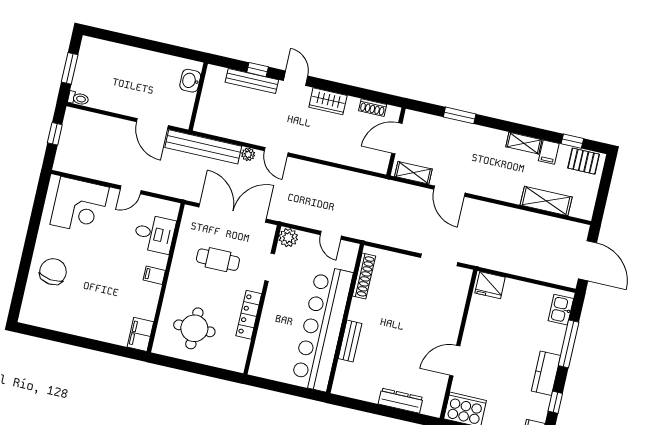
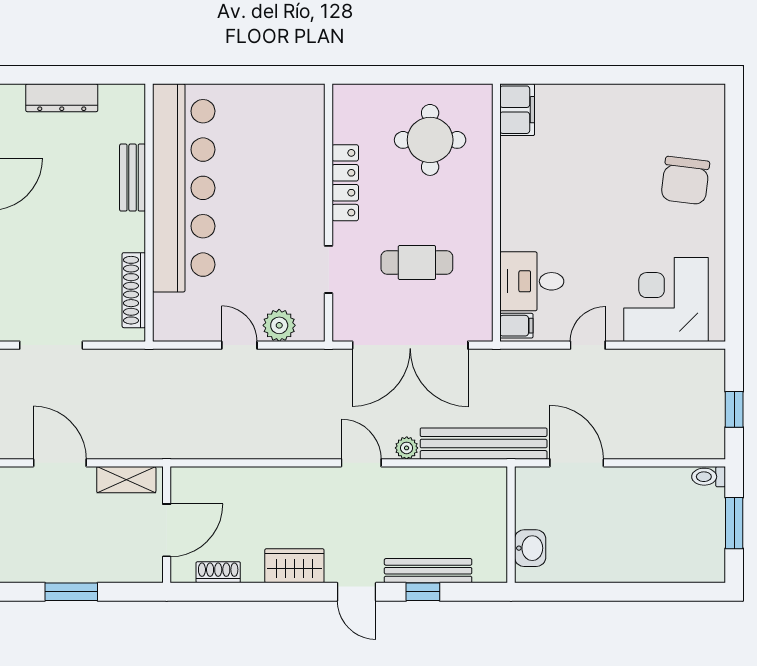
plant: (288, 238) -> (279, 325), moved
filing cabinet: (154, 275) -> (516, 326), moved
shoe rack: (364, 276) -> (134, 290), moved
wall: (345, 319) -> (149, 213), moved
bar counter: (322, 328) -> (184, 188), moved
bench: (350, 341) -> (133, 178), moved

